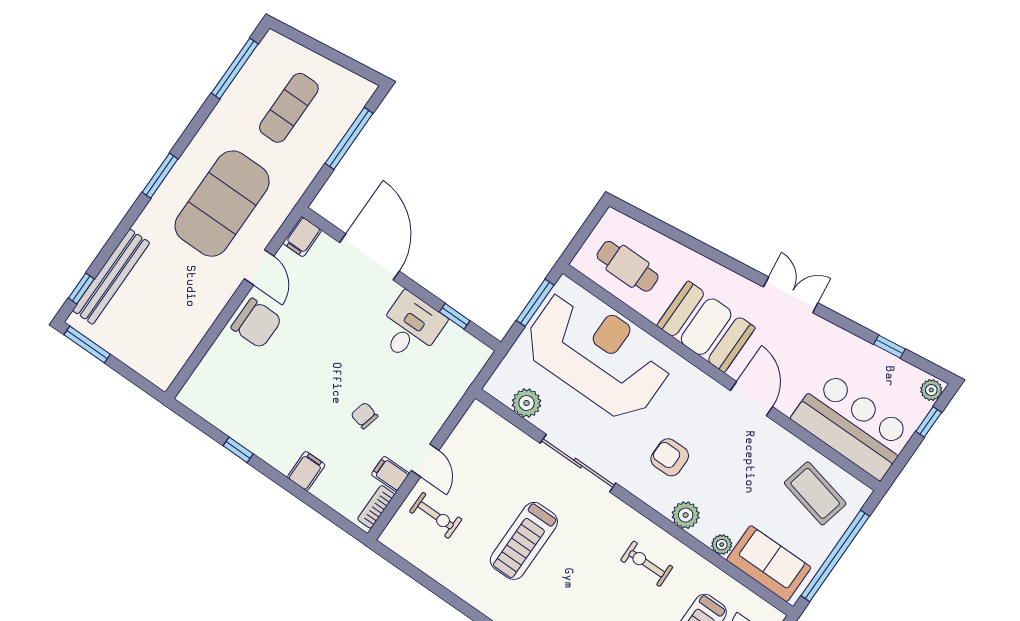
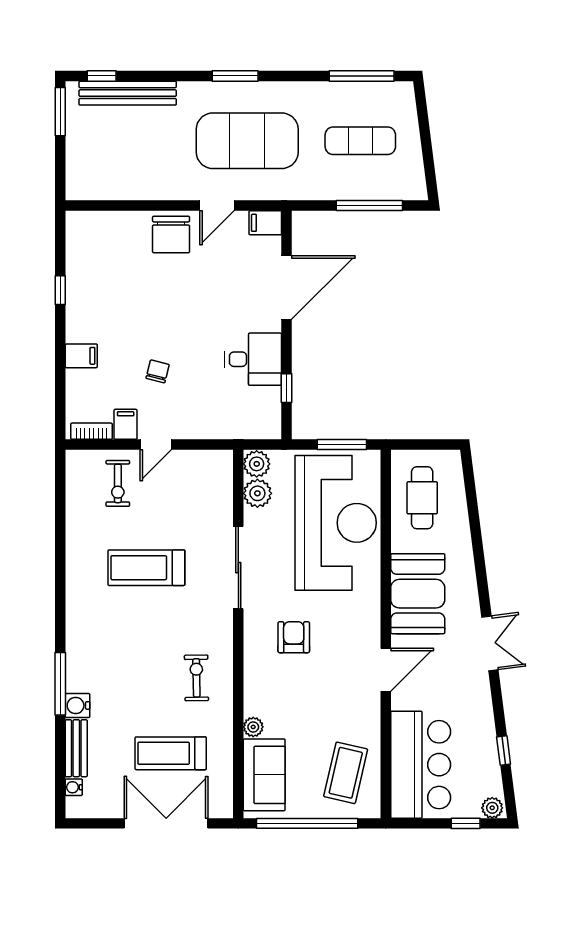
plant: (686, 515) -> (257, 464), moved

